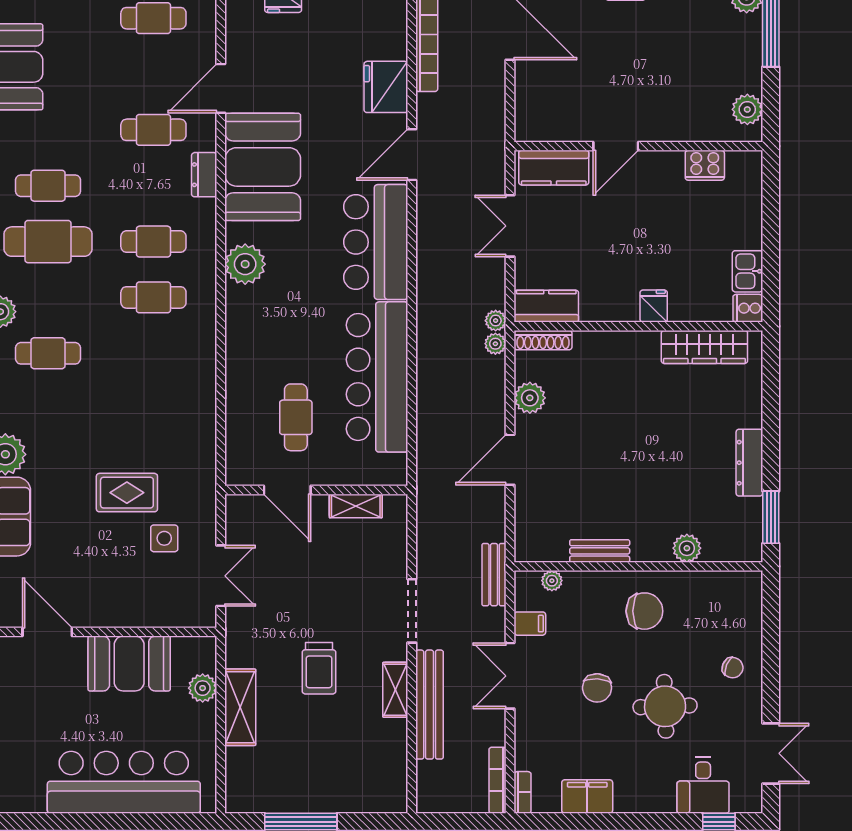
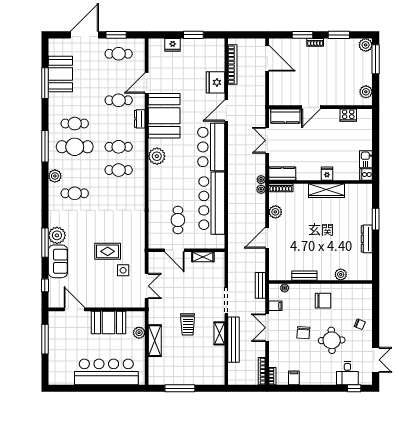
wardrobe: (704, 347) -> (326, 191), moved
window: (771, 517) -> (376, 219), moved
filing cabinet: (587, 796) -> (294, 378), width x0.50

